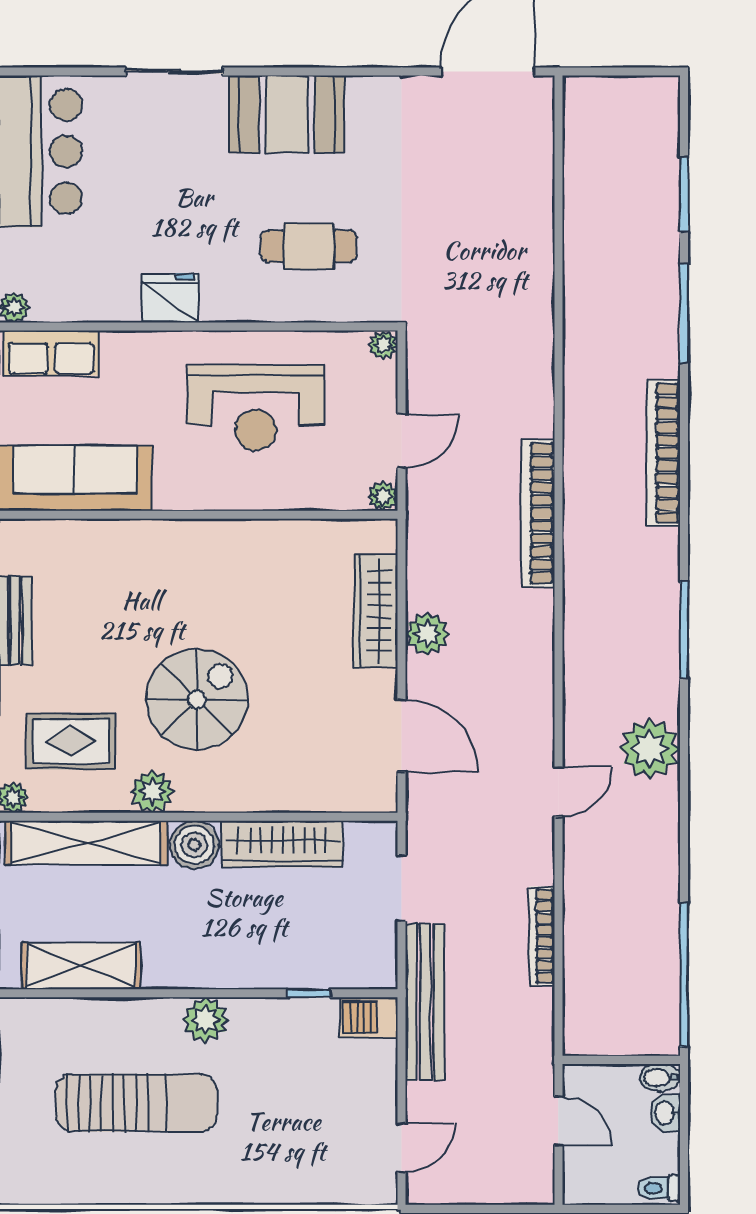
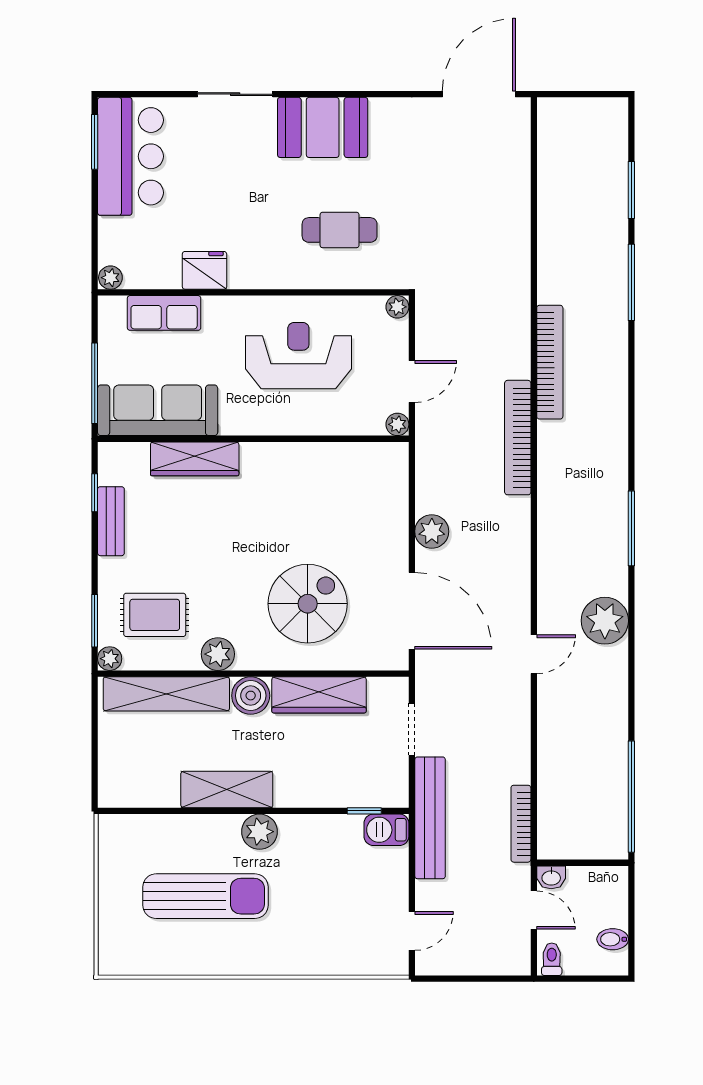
fridge: (170, 298) -> (204, 270), moved
row of seats: (51, 353) -> (164, 313), moved
reception desk: (256, 408) -> (298, 356), turned 180
bookcase: (663, 453) -> (550, 362), moved, turned 180
wardrobe: (376, 611) -> (195, 459), moved, turned -90
spiral stairs: (197, 699) -> (308, 604), moved
door: (402, 736) -> (412, 611), width x1.36
bookcase: (542, 936) -> (521, 824), moved
shelving: (81, 966) -> (227, 789), moved
window: (309, 993) -> (364, 811), moved
bidet: (660, 1078) -> (613, 939), moved
washbasin: (665, 1113) -> (551, 877), moved, turned -90
toilet: (659, 1188) -> (552, 959), moved, turned 90

